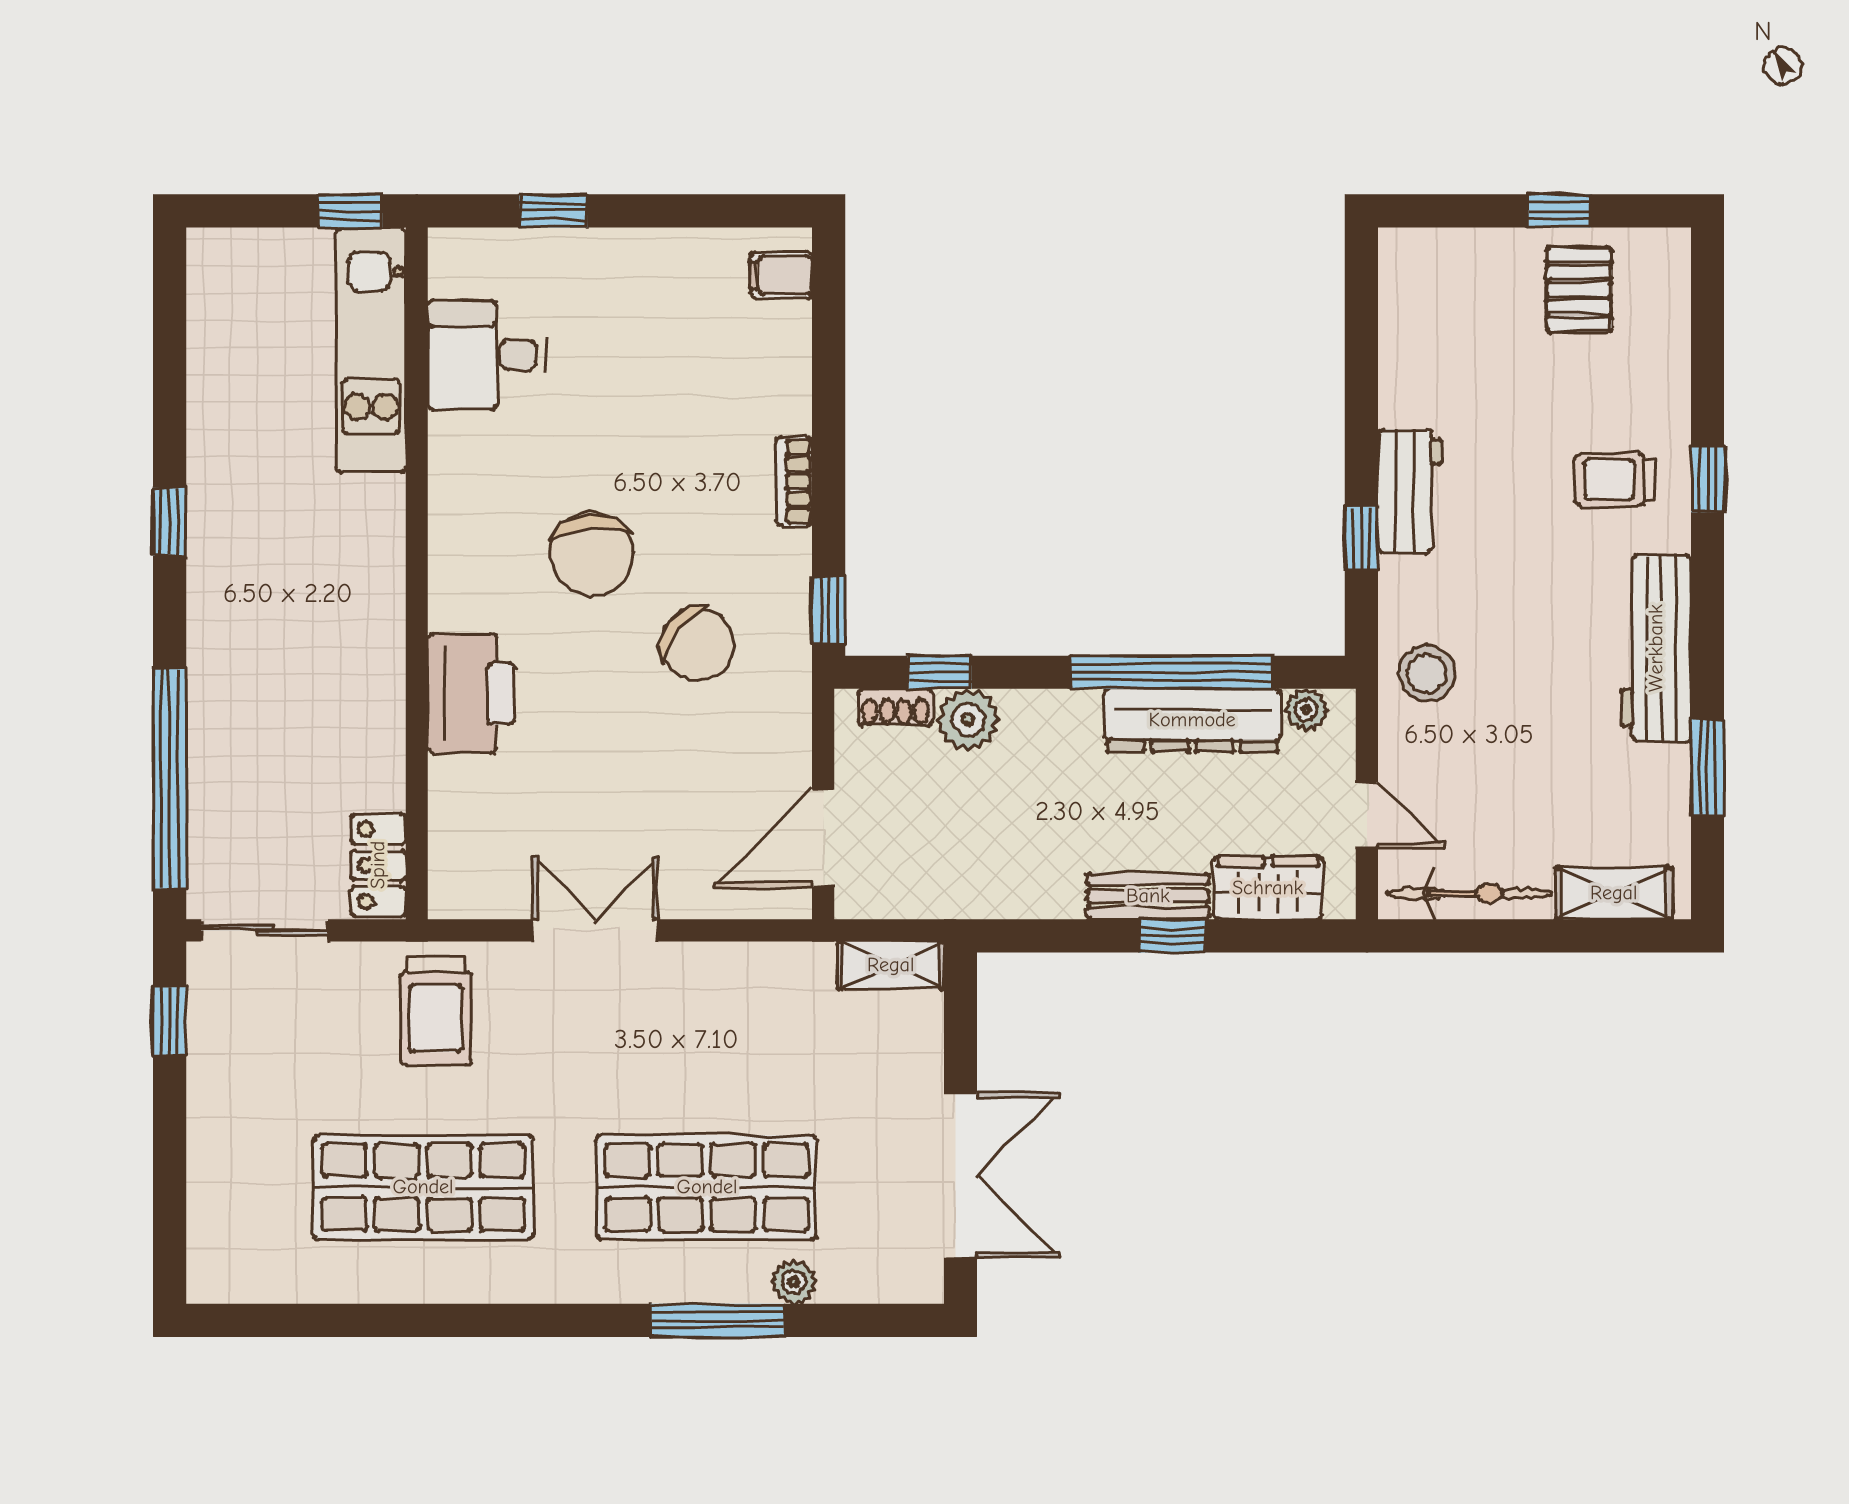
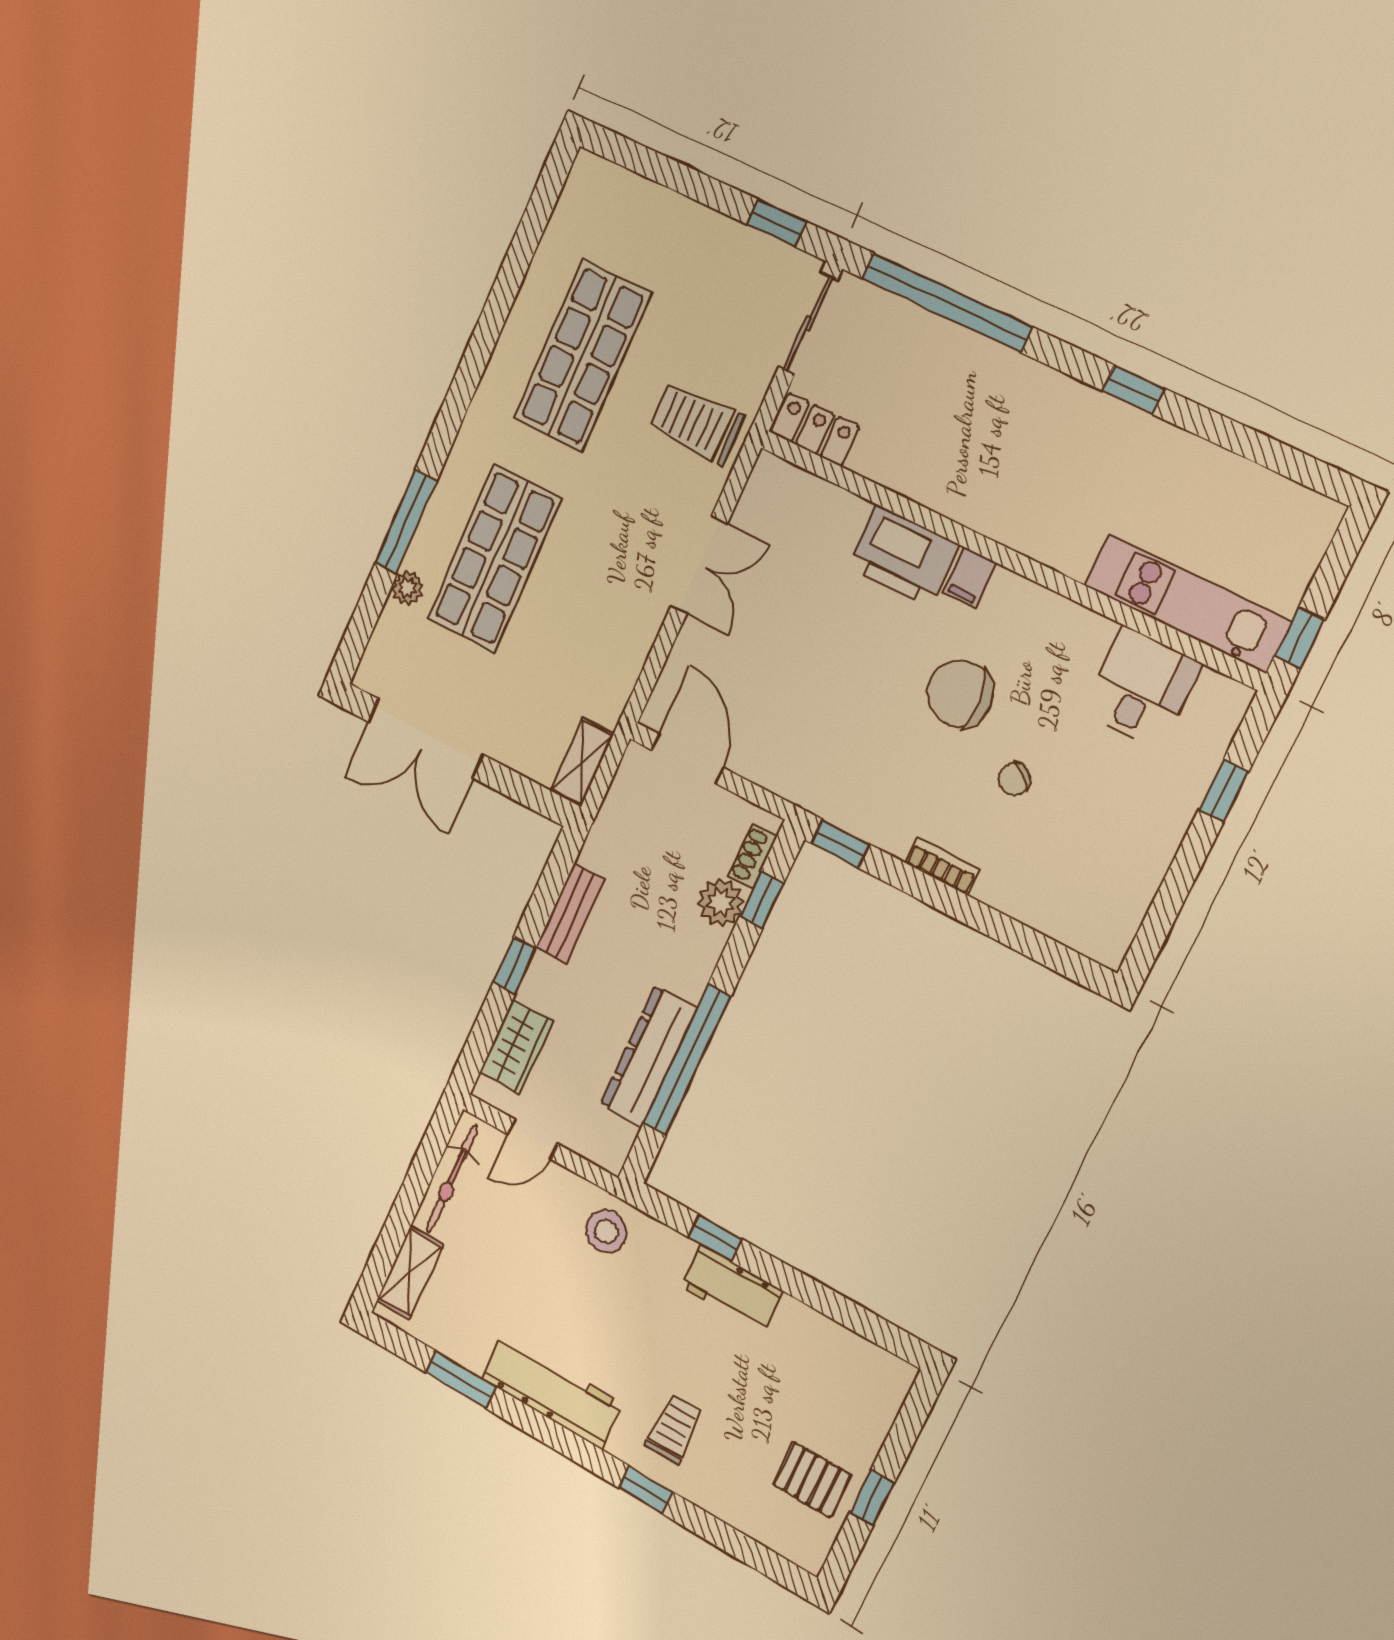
filing cabinet: (781, 275) -> (970, 578), moved, turned 180
chair: (697, 644) -> (1014, 779), moved, width x0.54, depth x0.54
plant: (1306, 710) -> (620, 1137), removed
bench: (1148, 896) -> (570, 914), moved

